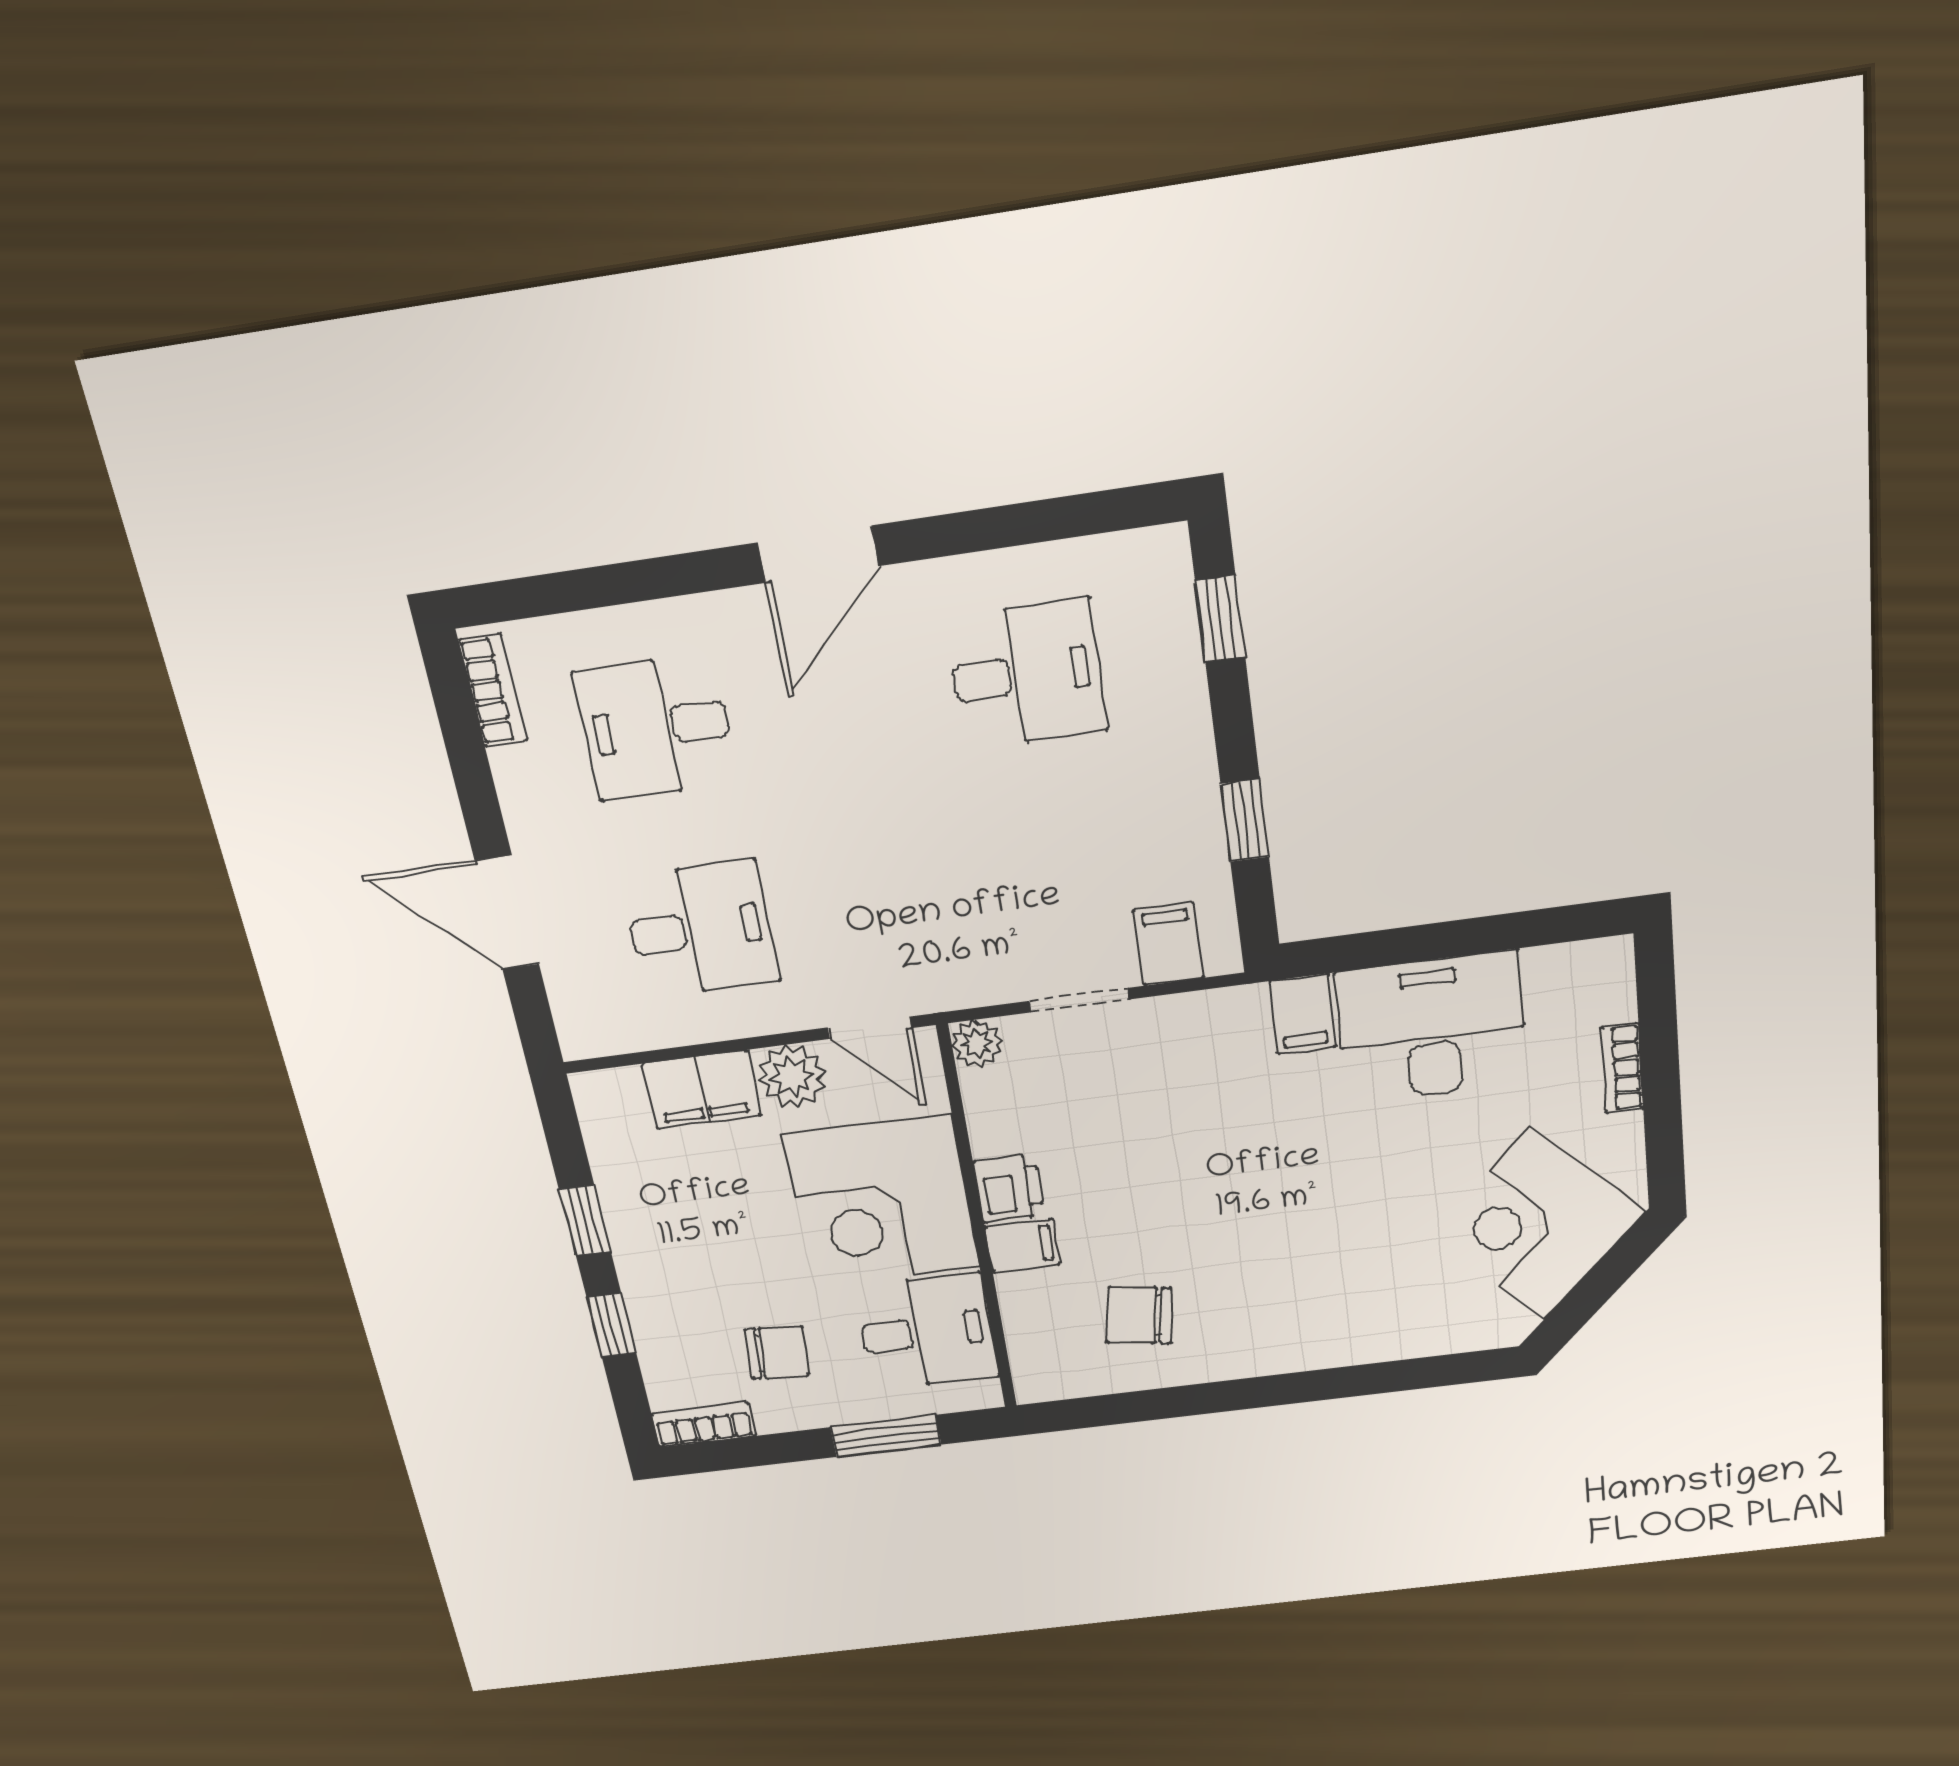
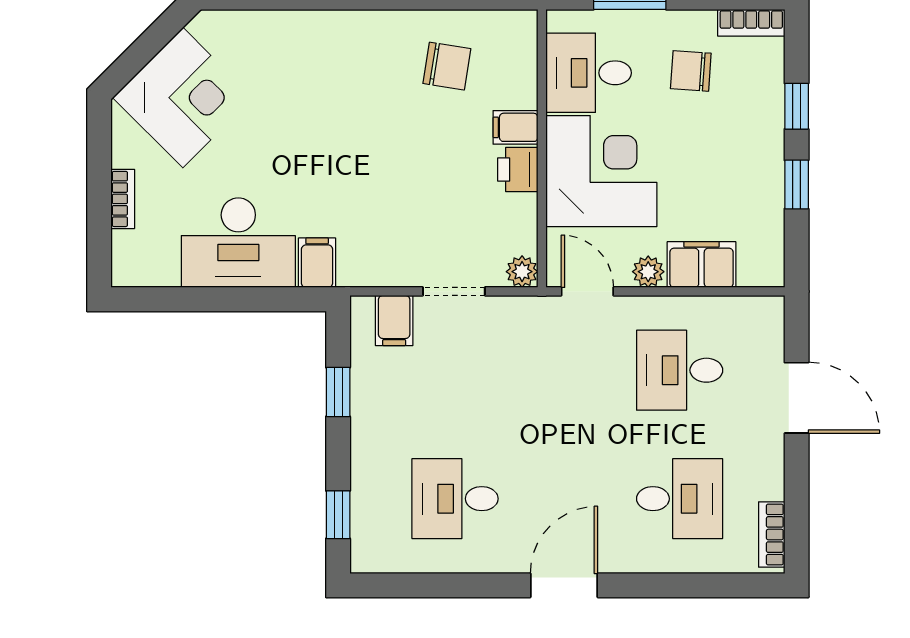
plant: (792, 1076) -> (648, 272), width x0.73, depth x0.73

